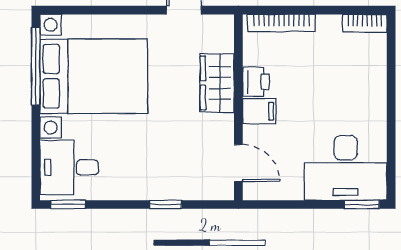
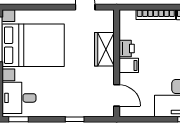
bookcase: (281, 23) -> (156, 15), moved

